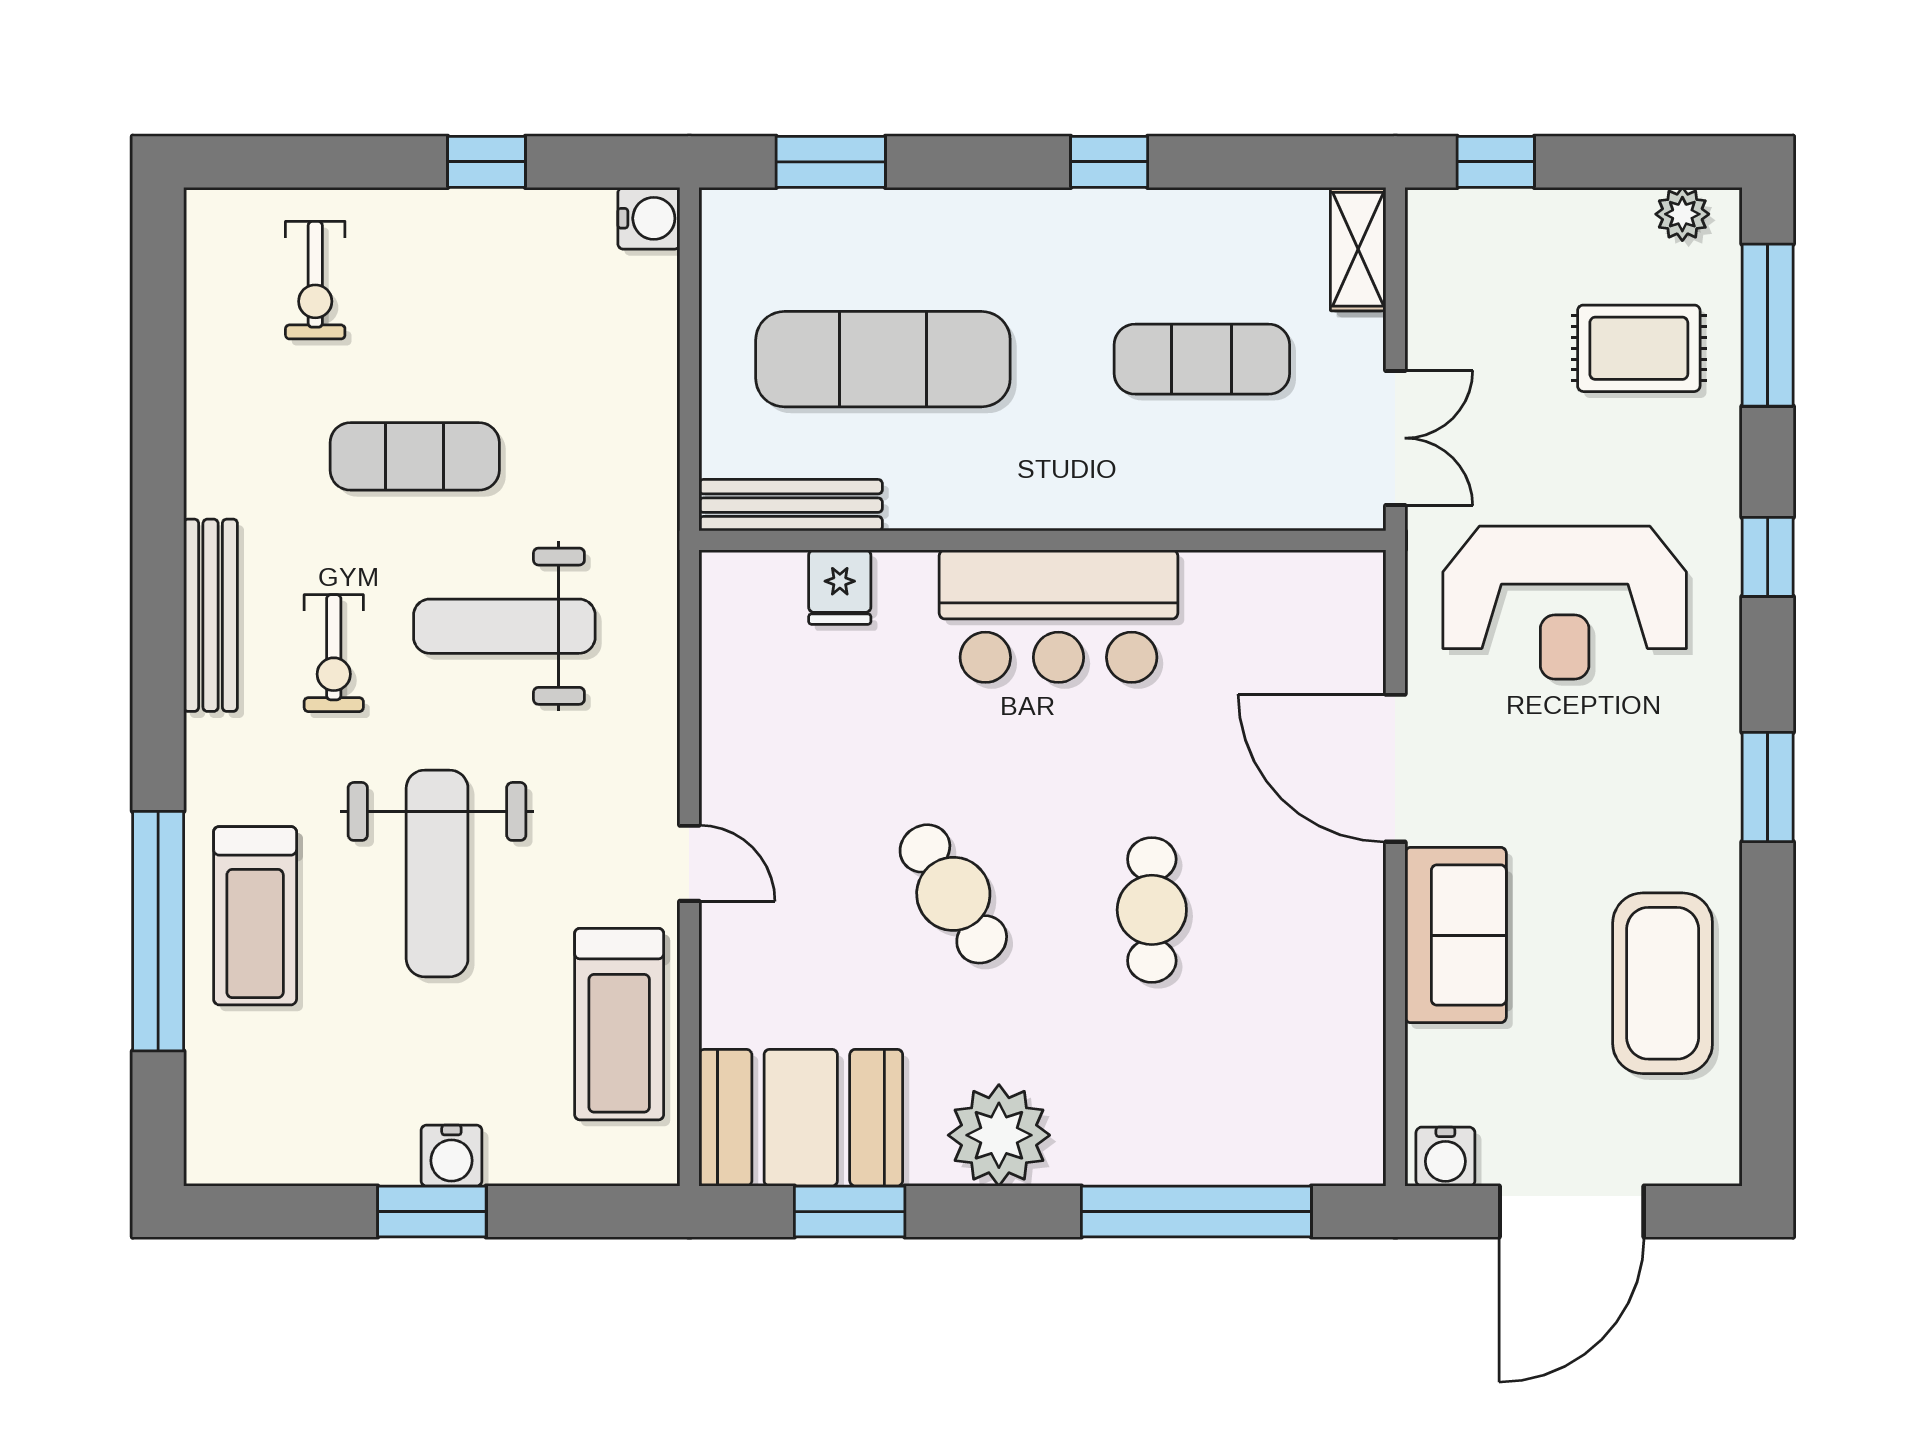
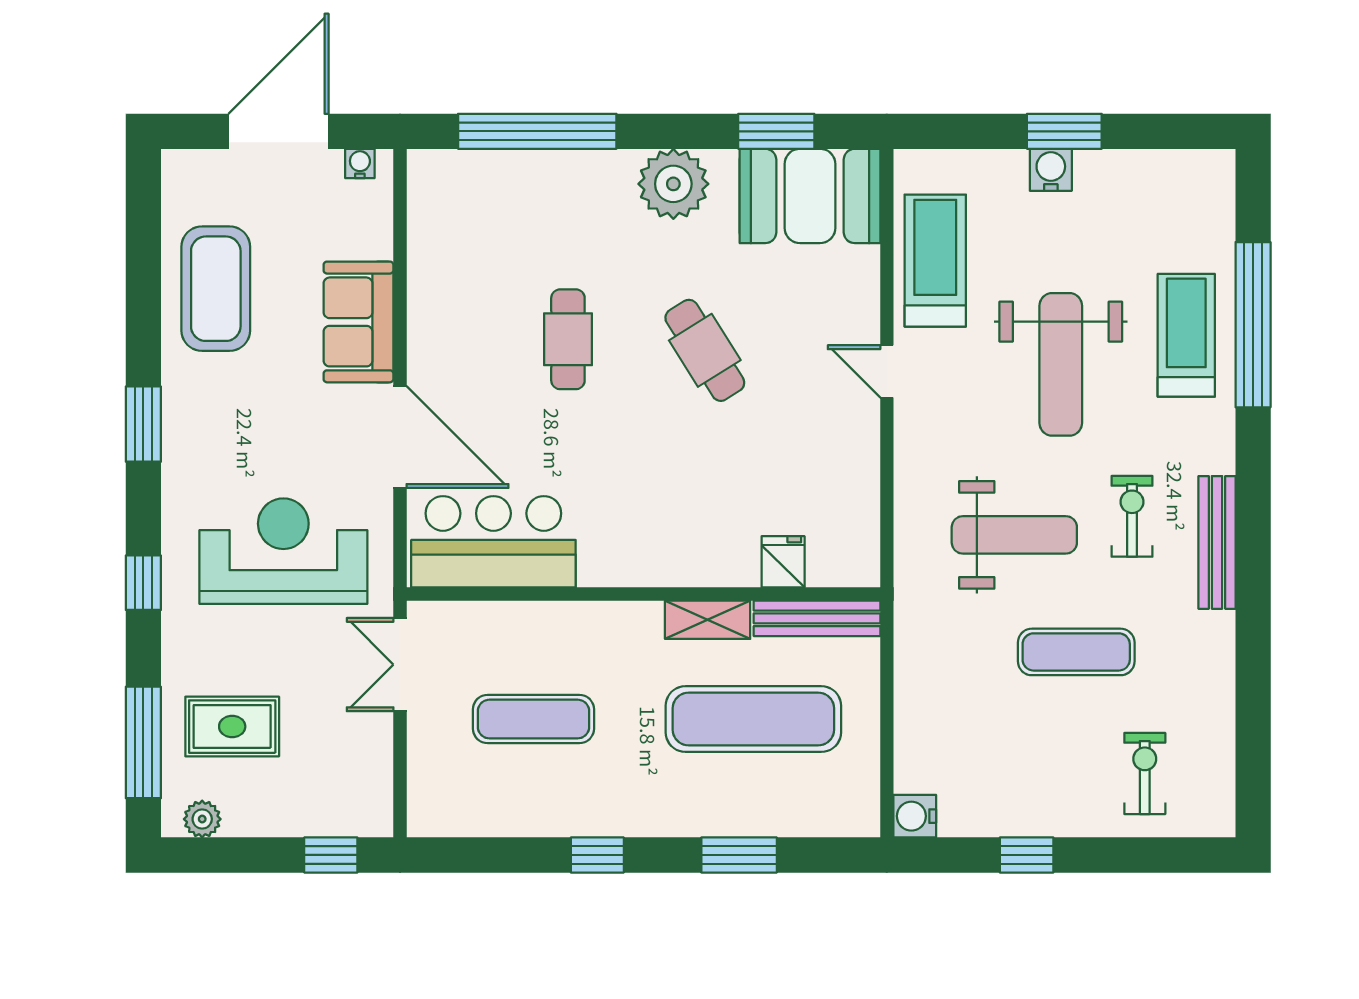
window: (831, 162) -> (739, 855), moved
shelving: (1358, 249) -> (708, 620), moved, turned 90
bar counter: (1058, 616) -> (493, 542), moved
weight bench: (437, 873) -> (1061, 364), turned 180
water cooler: (1445, 1157) -> (360, 164), width x0.72, depth x0.72

